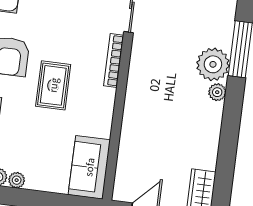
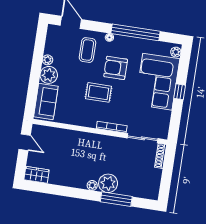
sofa: (89, 167) -> (46, 101), moved, turned 90
plant: (17, 180) -> (49, 75), width x1.87, depth x1.87

